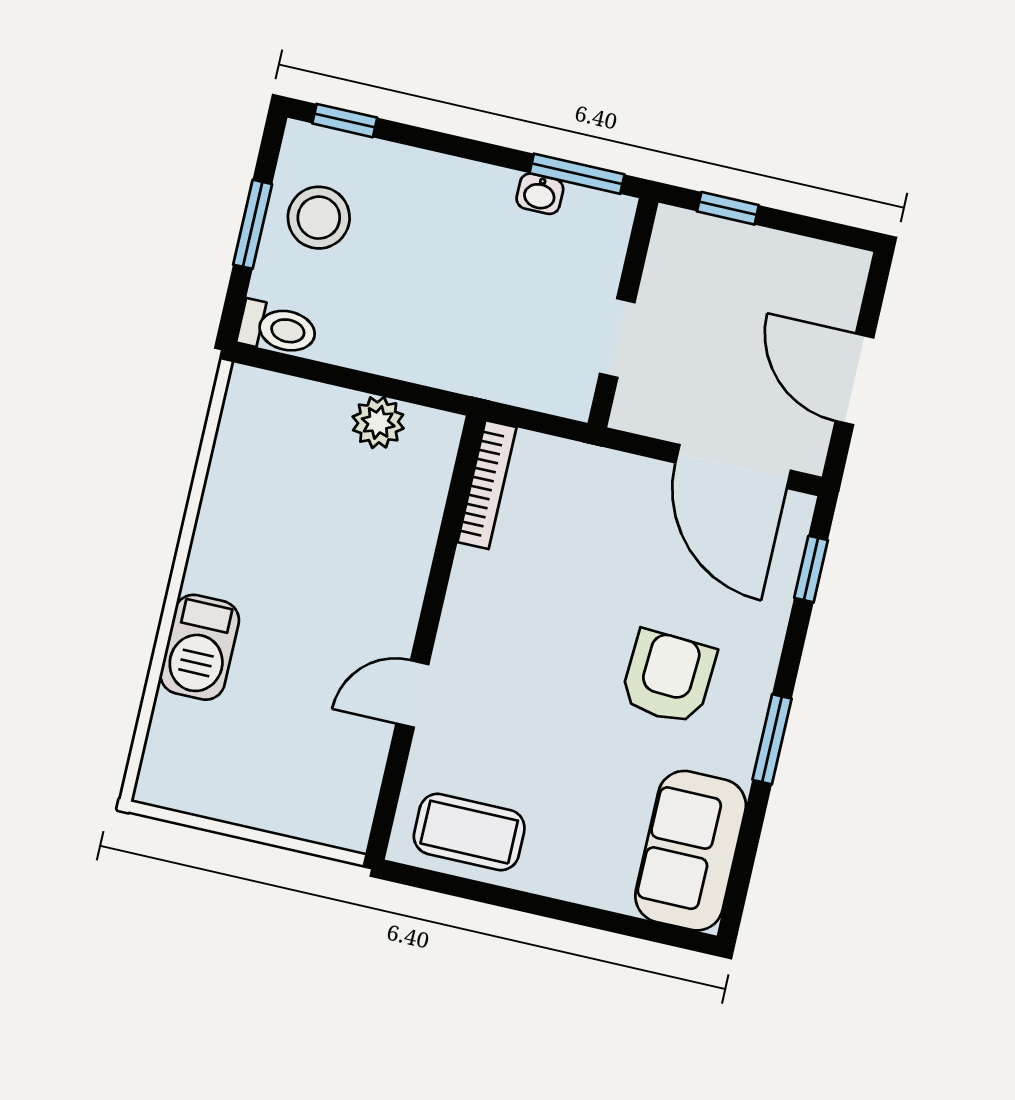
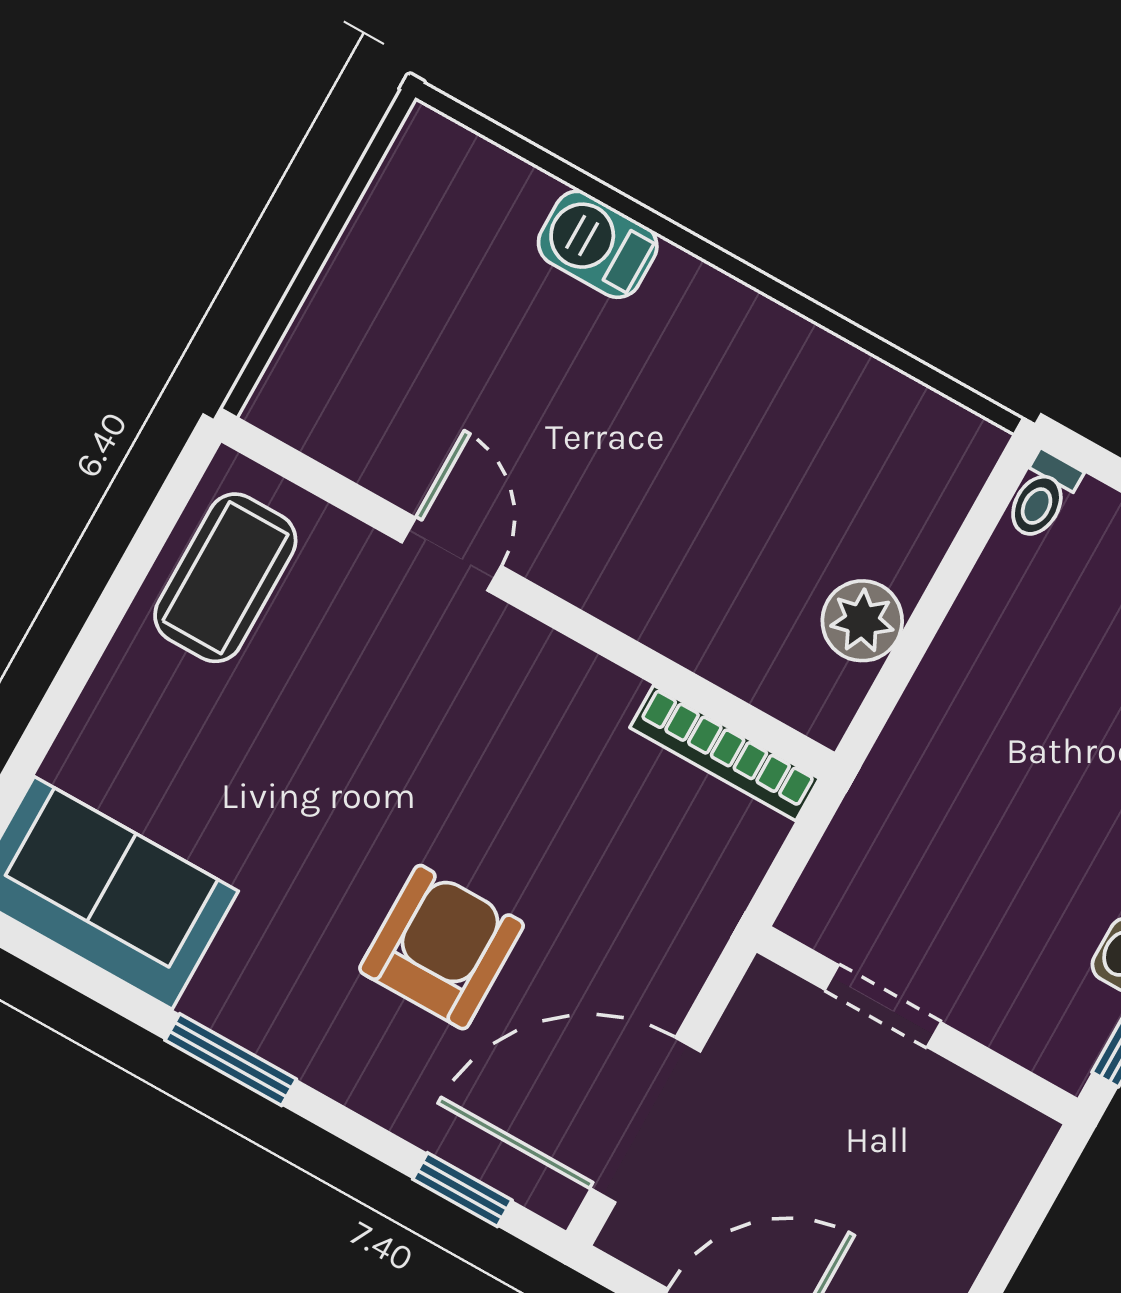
window: (728, 208) -> (1025, 1223), removed
toilet: (278, 328) -> (1042, 496), width x0.73, depth x0.72
barbecue: (200, 647) -> (598, 244), width x0.73, depth x0.79
armchair: (668, 677) -> (442, 947), moved, turned -93

